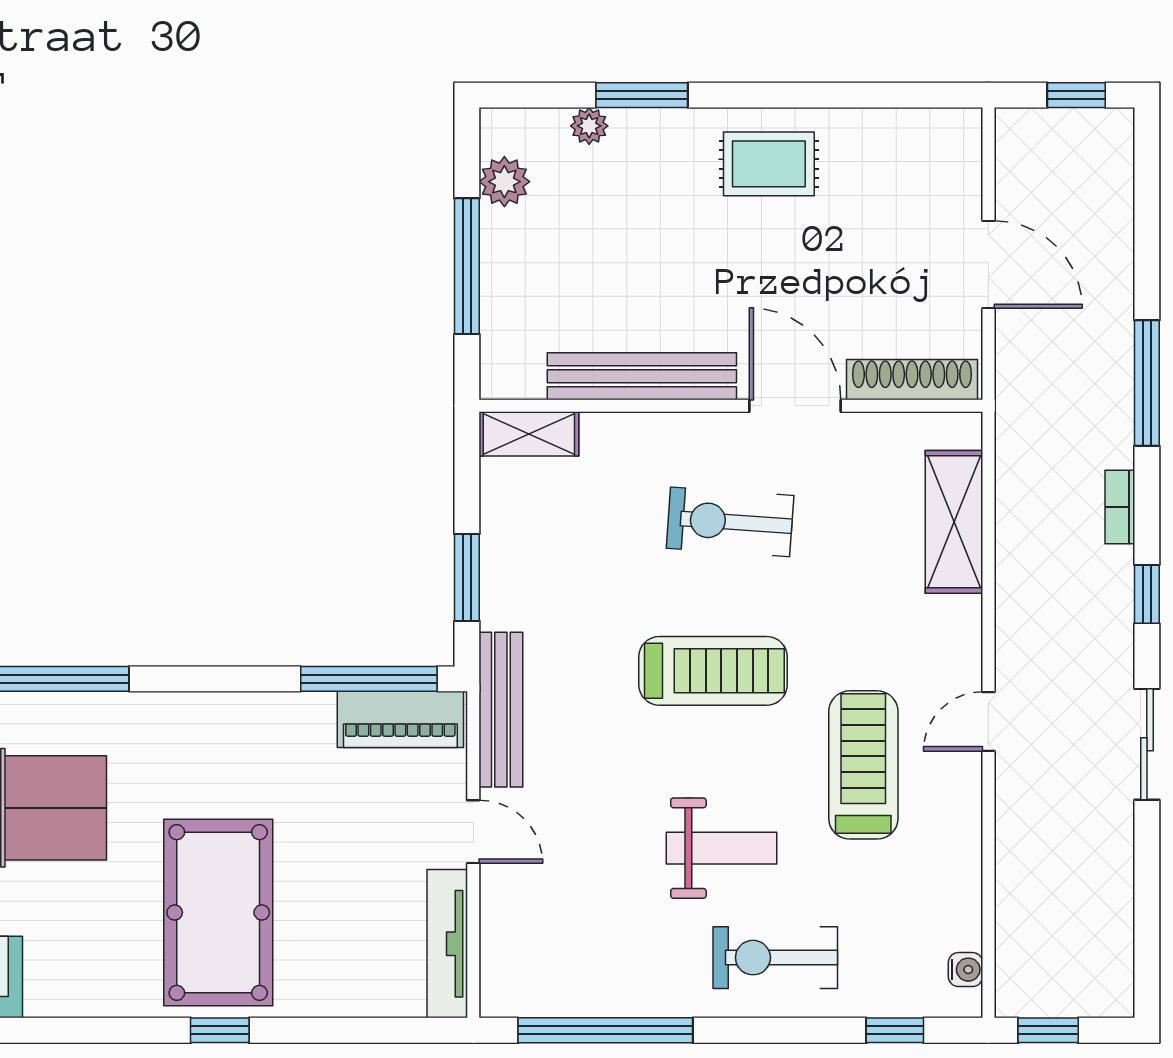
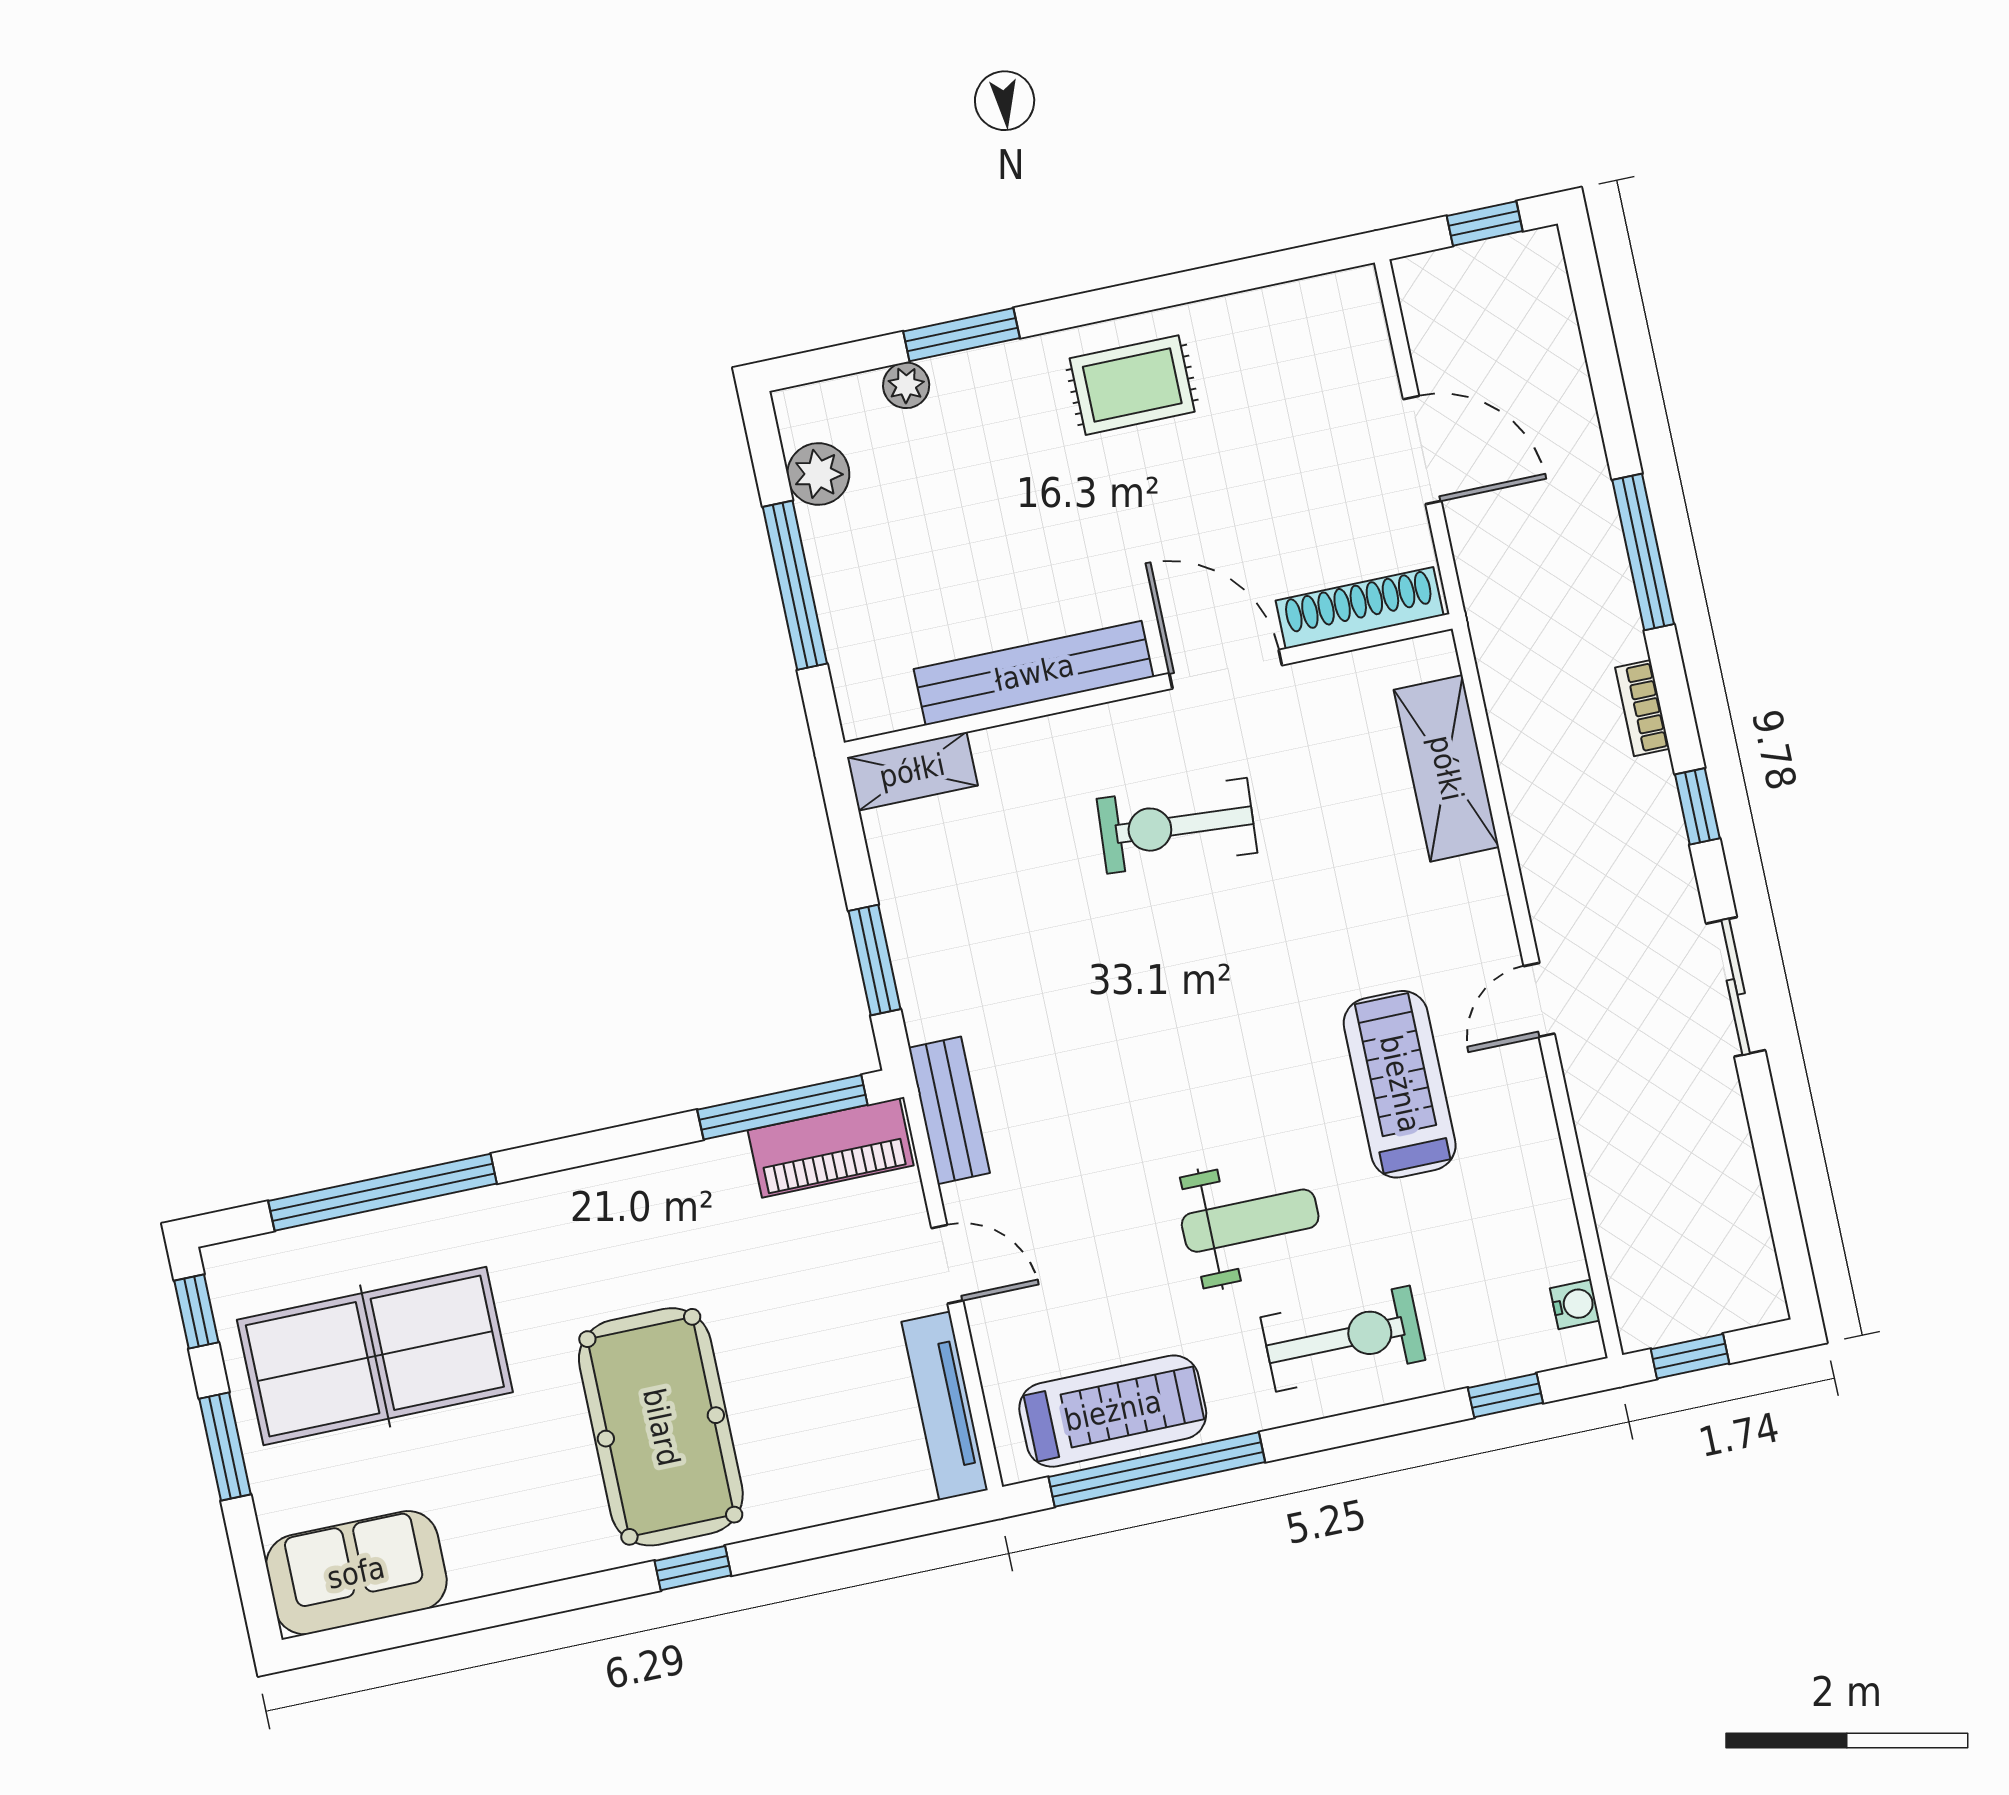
treadmill: (713, 671) -> (1113, 1411), moved
bench: (501, 710) -> (949, 1110), width x0.73
exercise bike: (775, 958) -> (1343, 1339), turned 180

